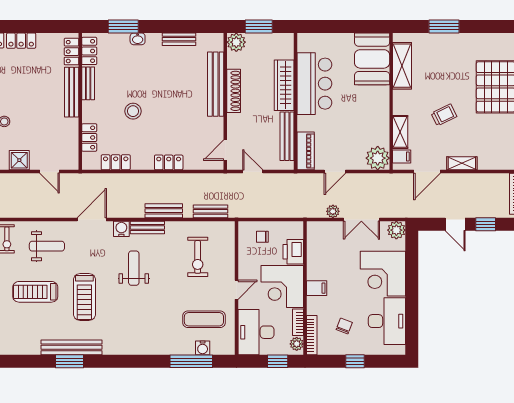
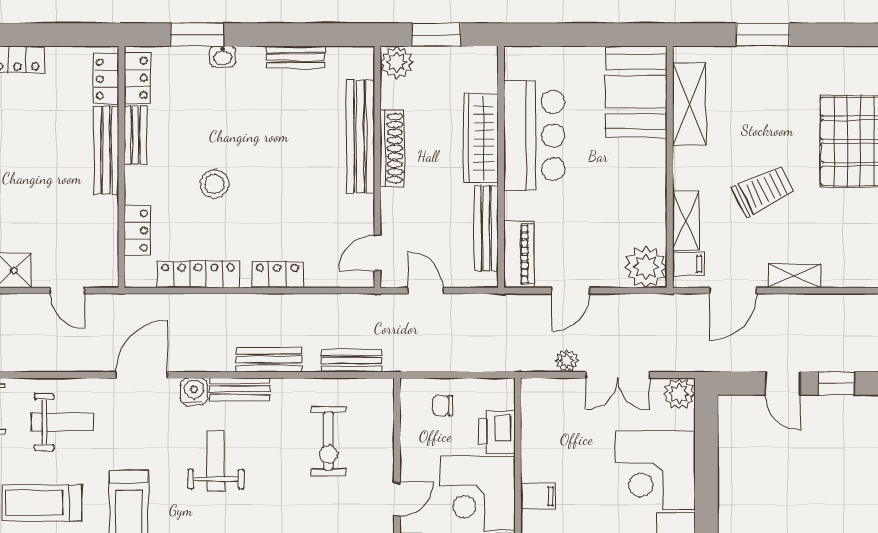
trolley: (444, 115) -> (763, 191), width x1.36, depth x1.39
locker: (116, 162) -> (198, 274), width x1.53

